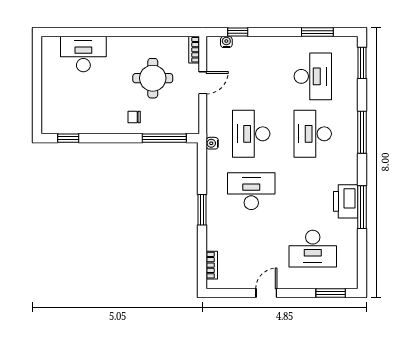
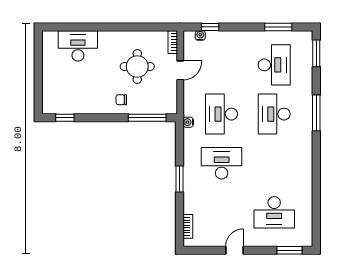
printer: (346, 201) -> (302, 172), removed
window: (362, 207) -> (316, 177), removed

